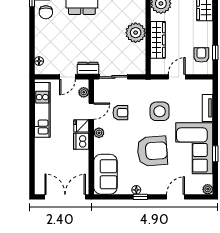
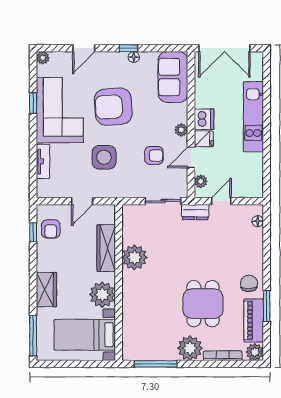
kitchen unit: (42, 110) -> (253, 117), moved
armchair: (120, 113) -> (154, 155), turned 180

